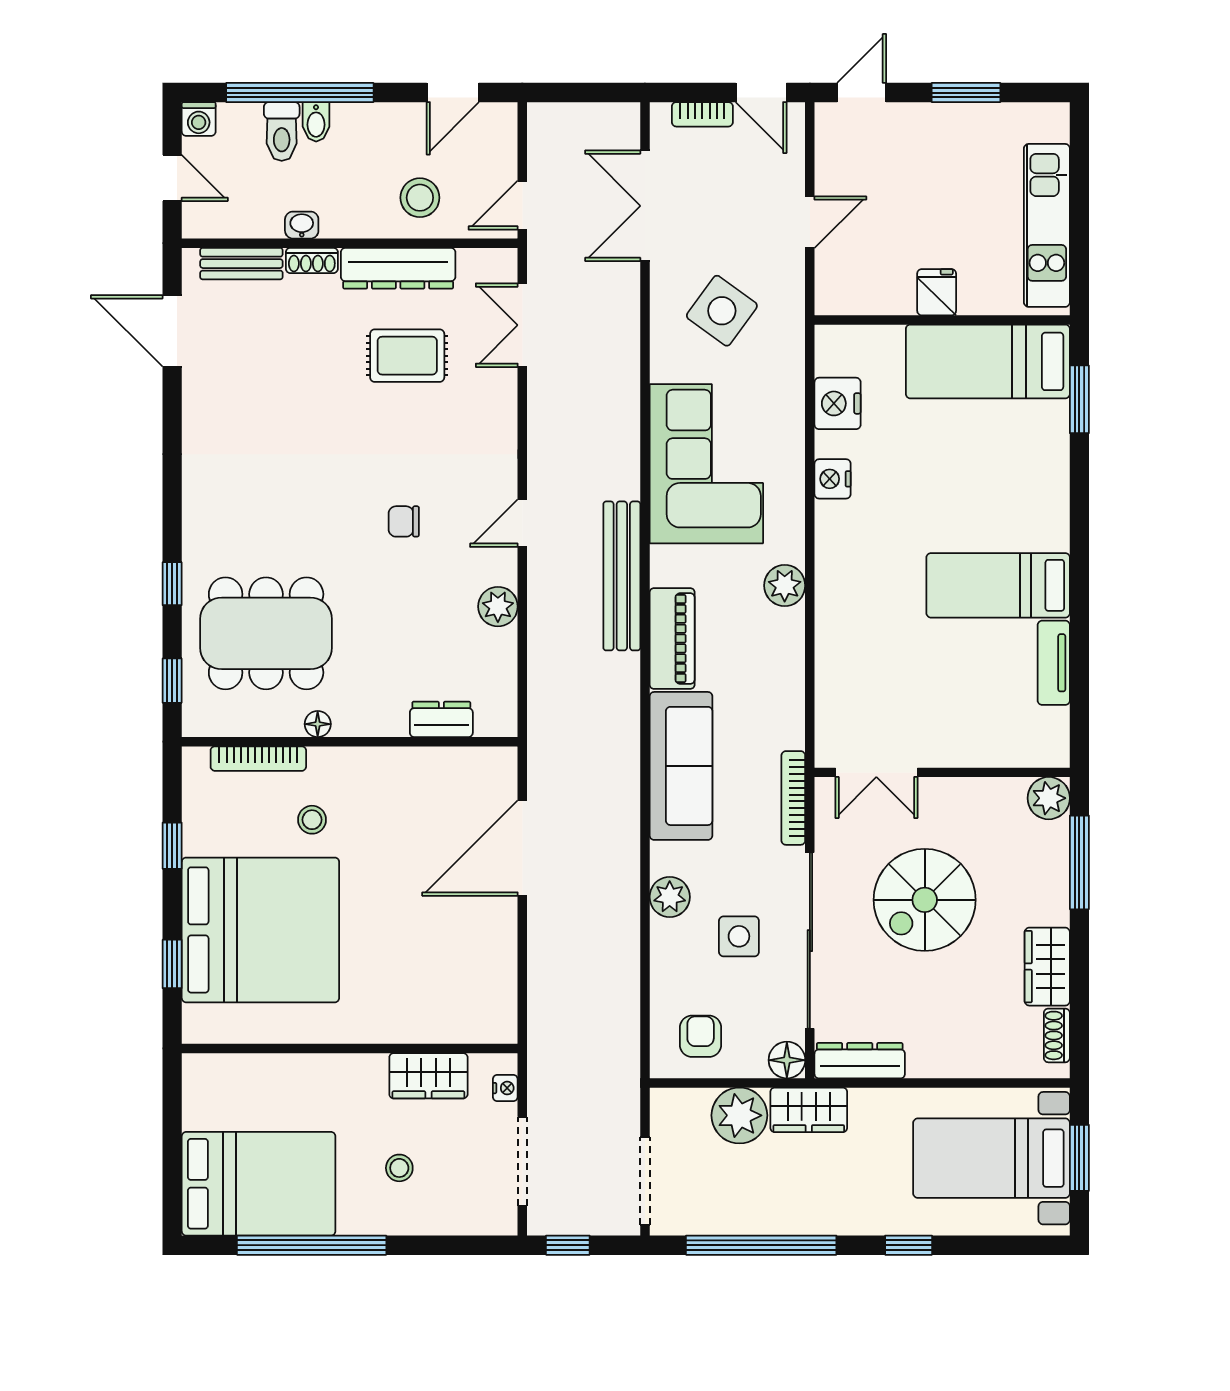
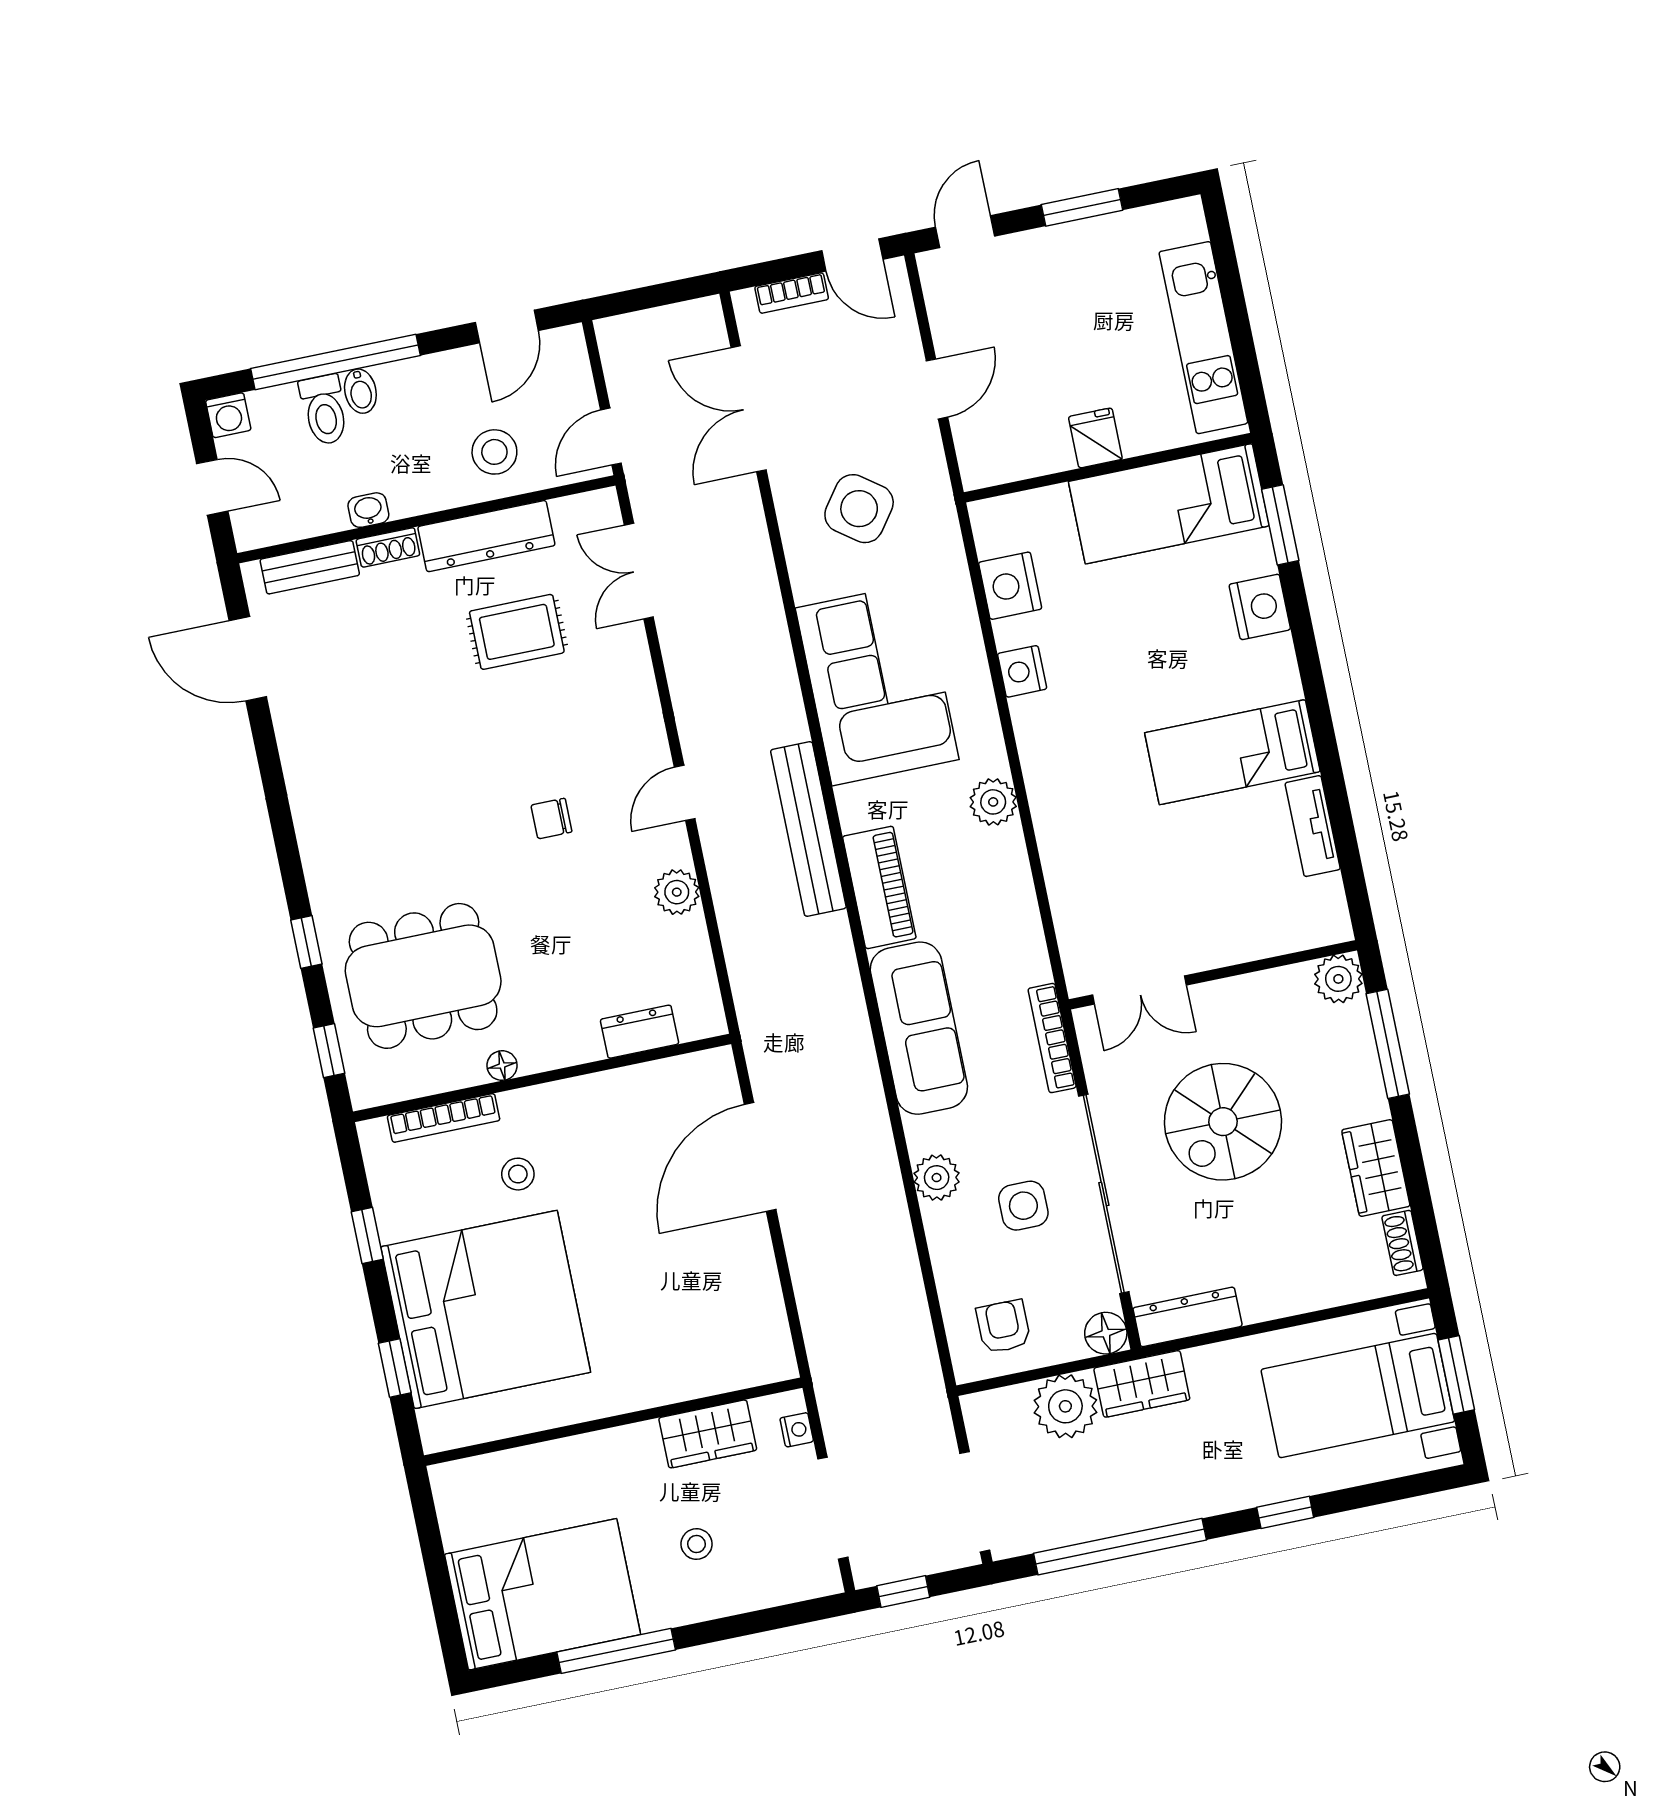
nightstand: (1047, 466) -> (1260, 607), added
window: (312, 1245) -> (616, 1651), width x0.68

